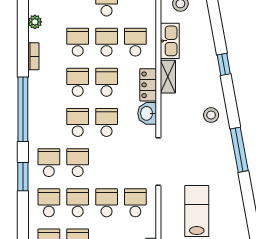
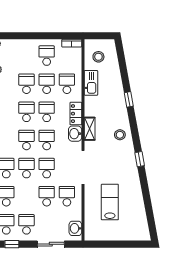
shelving: (168, 77) -> (90, 129), moved
window: (239, 150) -> (140, 159), width x0.46
school desk: (78, 203) -> (47, 168), moved

